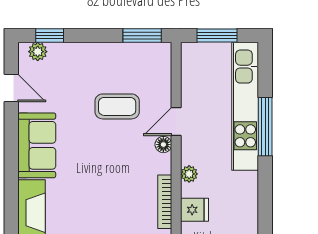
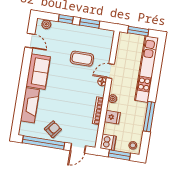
window: (50, 36) -> (66, 19), moved
window: (142, 36) -> (90, 23), moved
window: (265, 127) -> (149, 117), moved

